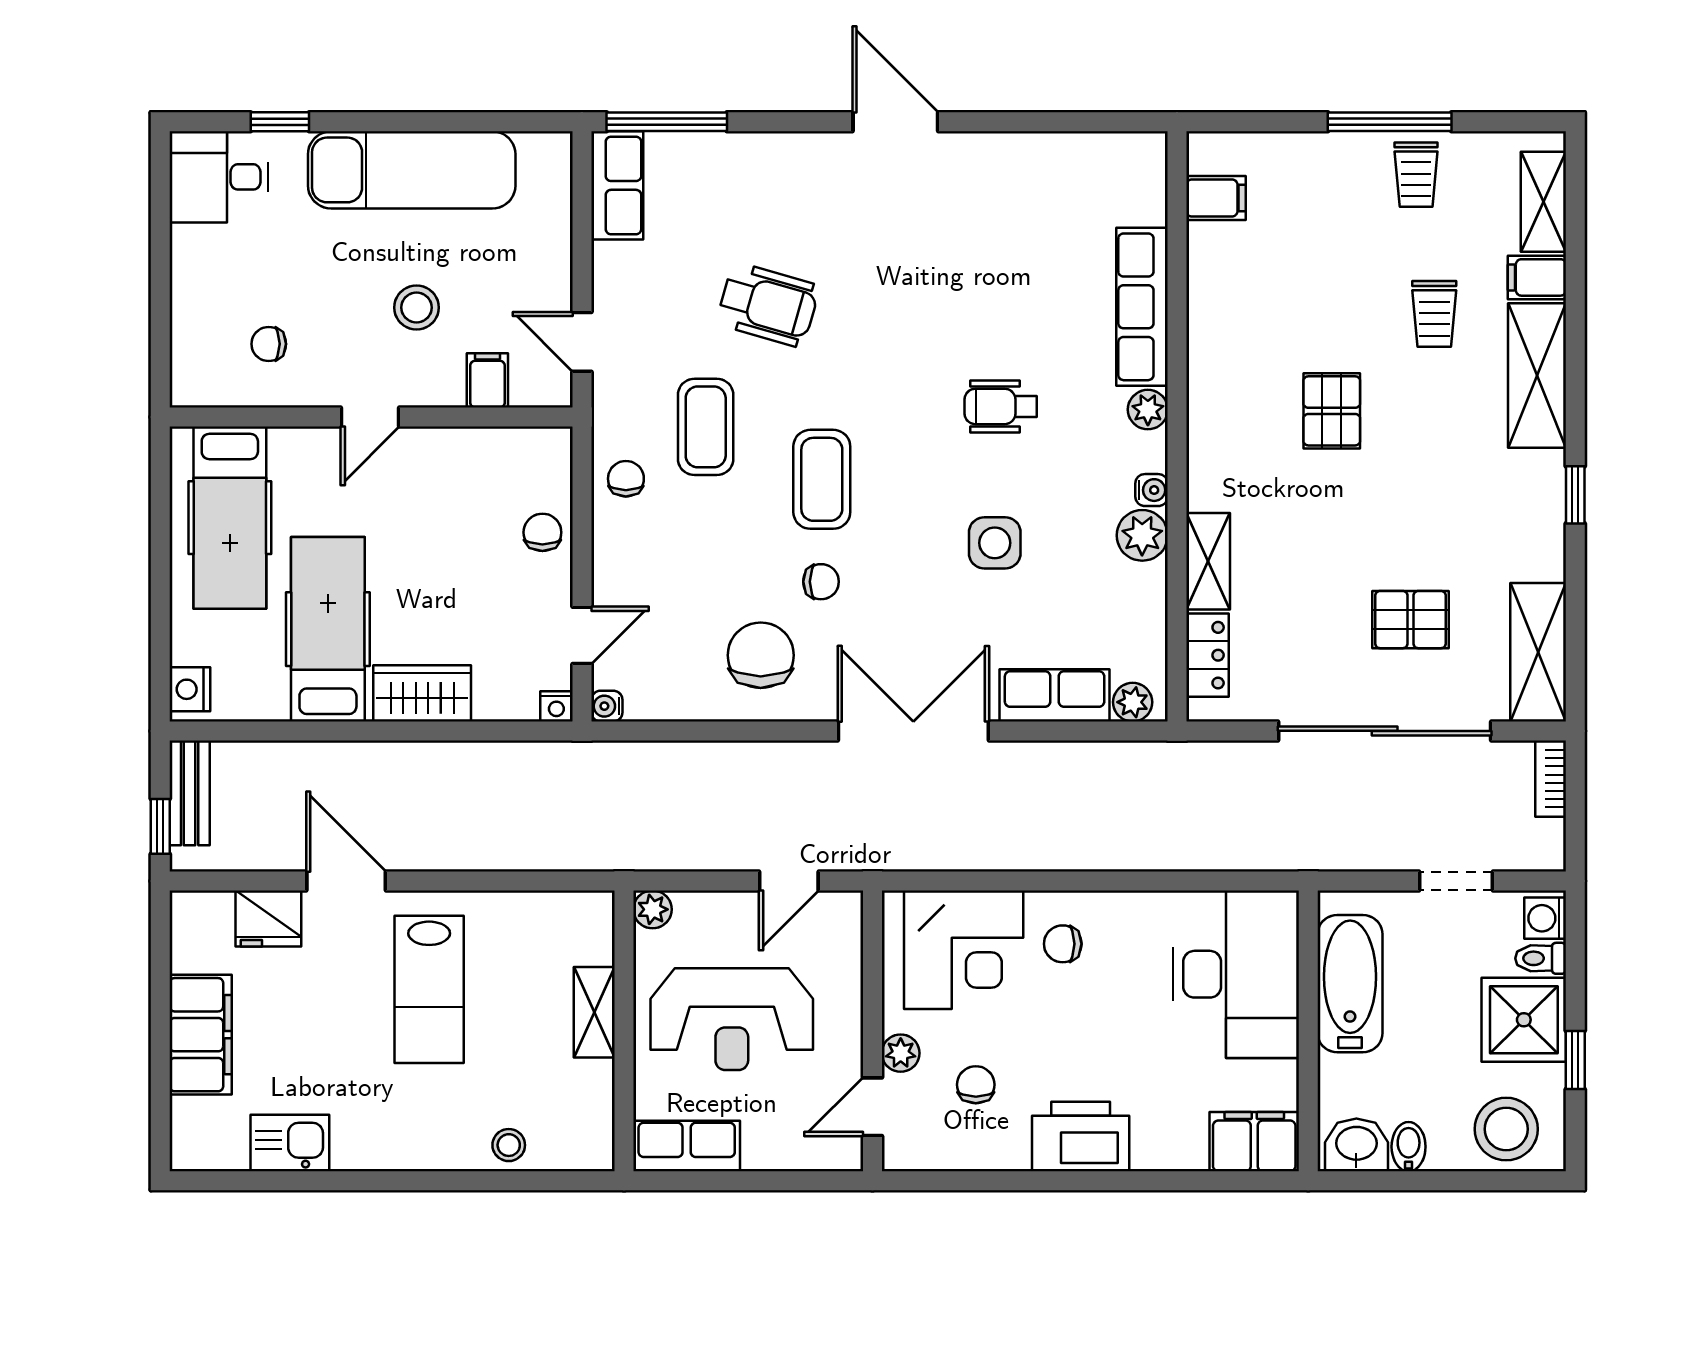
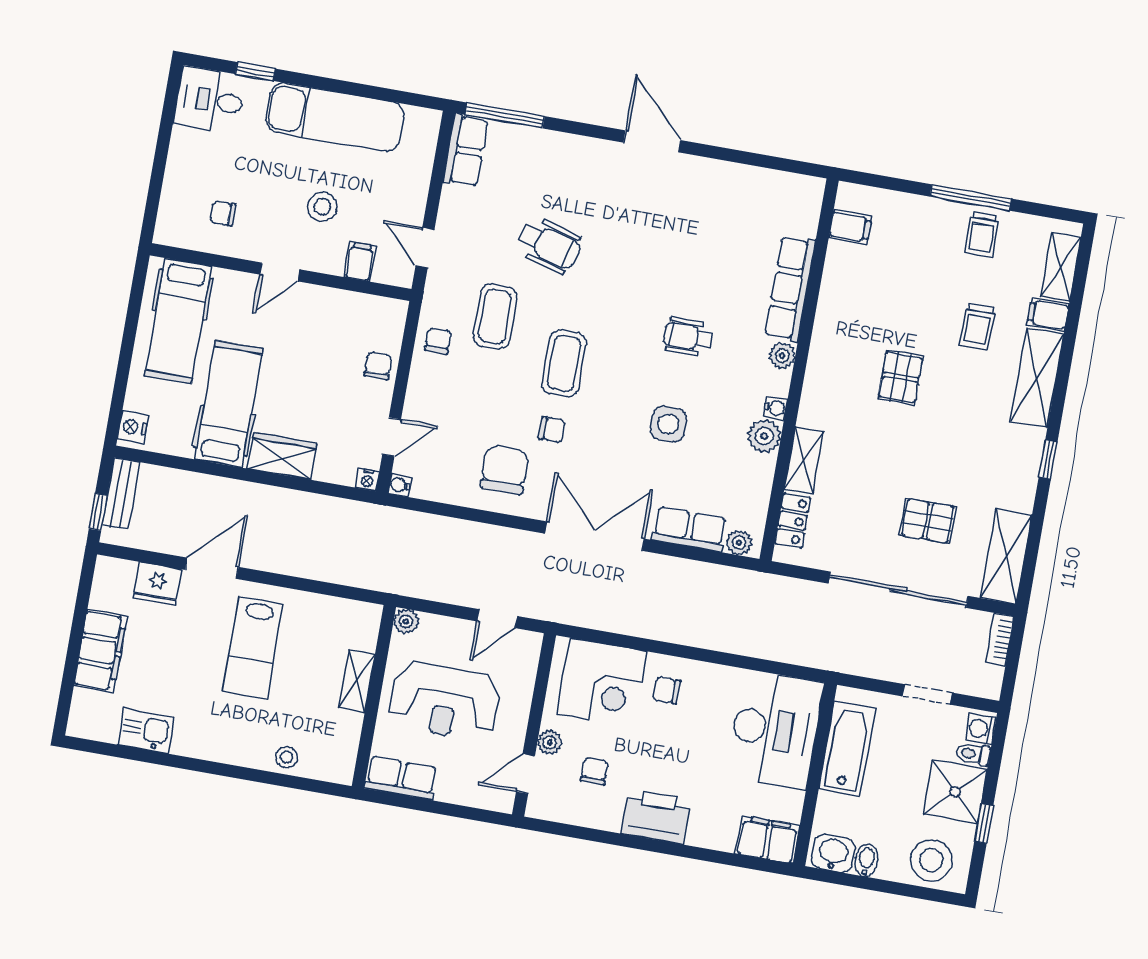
door: (346, 881) -> (212, 568), hinge flipped

